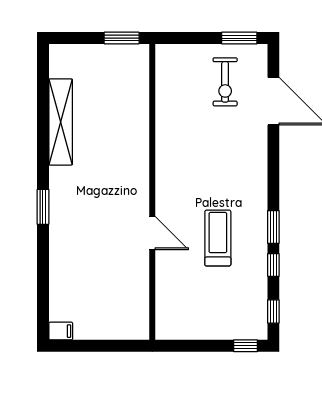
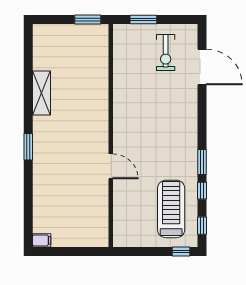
window: (239, 38) -> (143, 20), moved
shelving: (61, 122) -> (42, 93), width x0.68
treadmill: (218, 238) -> (171, 209), moved, width x1.37, depth x1.38

